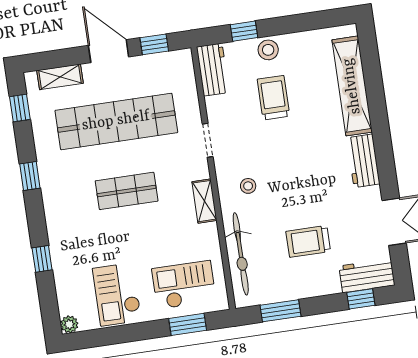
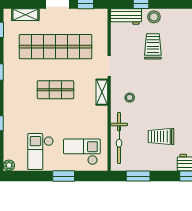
workbench: (213, 70) -> (126, 16), moved, turned 90
shelving: (204, 201) -> (102, 92), moved
window: (188, 324) -> (64, 176), moved

